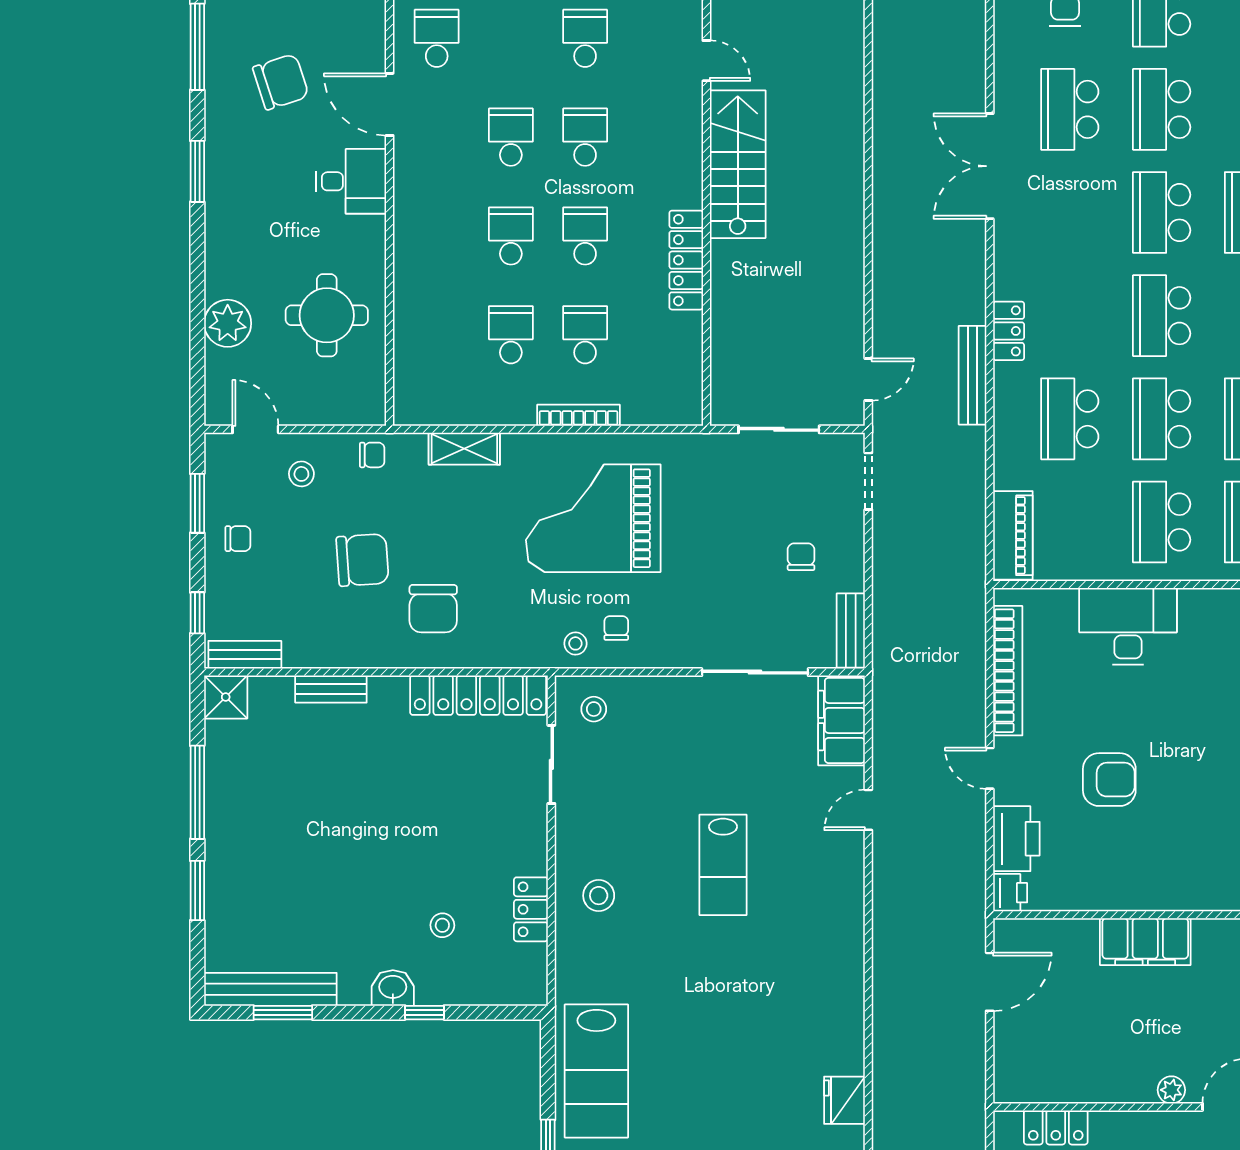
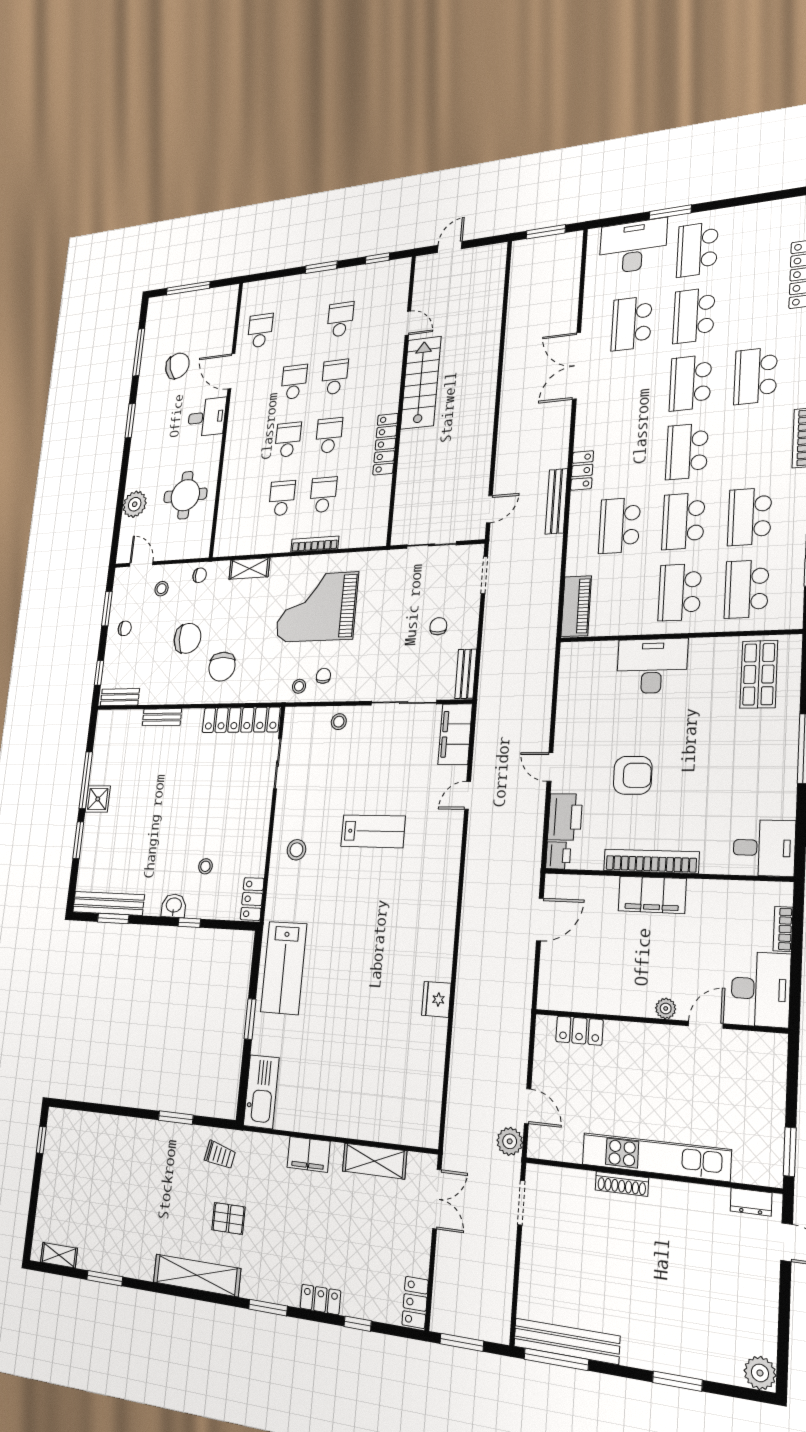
bookcase: (1008, 671) -> (651, 861), moved, turned -90
shower: (226, 697) -> (98, 799), moved
stool: (594, 709) -> (339, 722), moved
lab bench: (723, 865) -> (373, 831), turned -90
locker: (531, 909) -> (252, 899), moved

